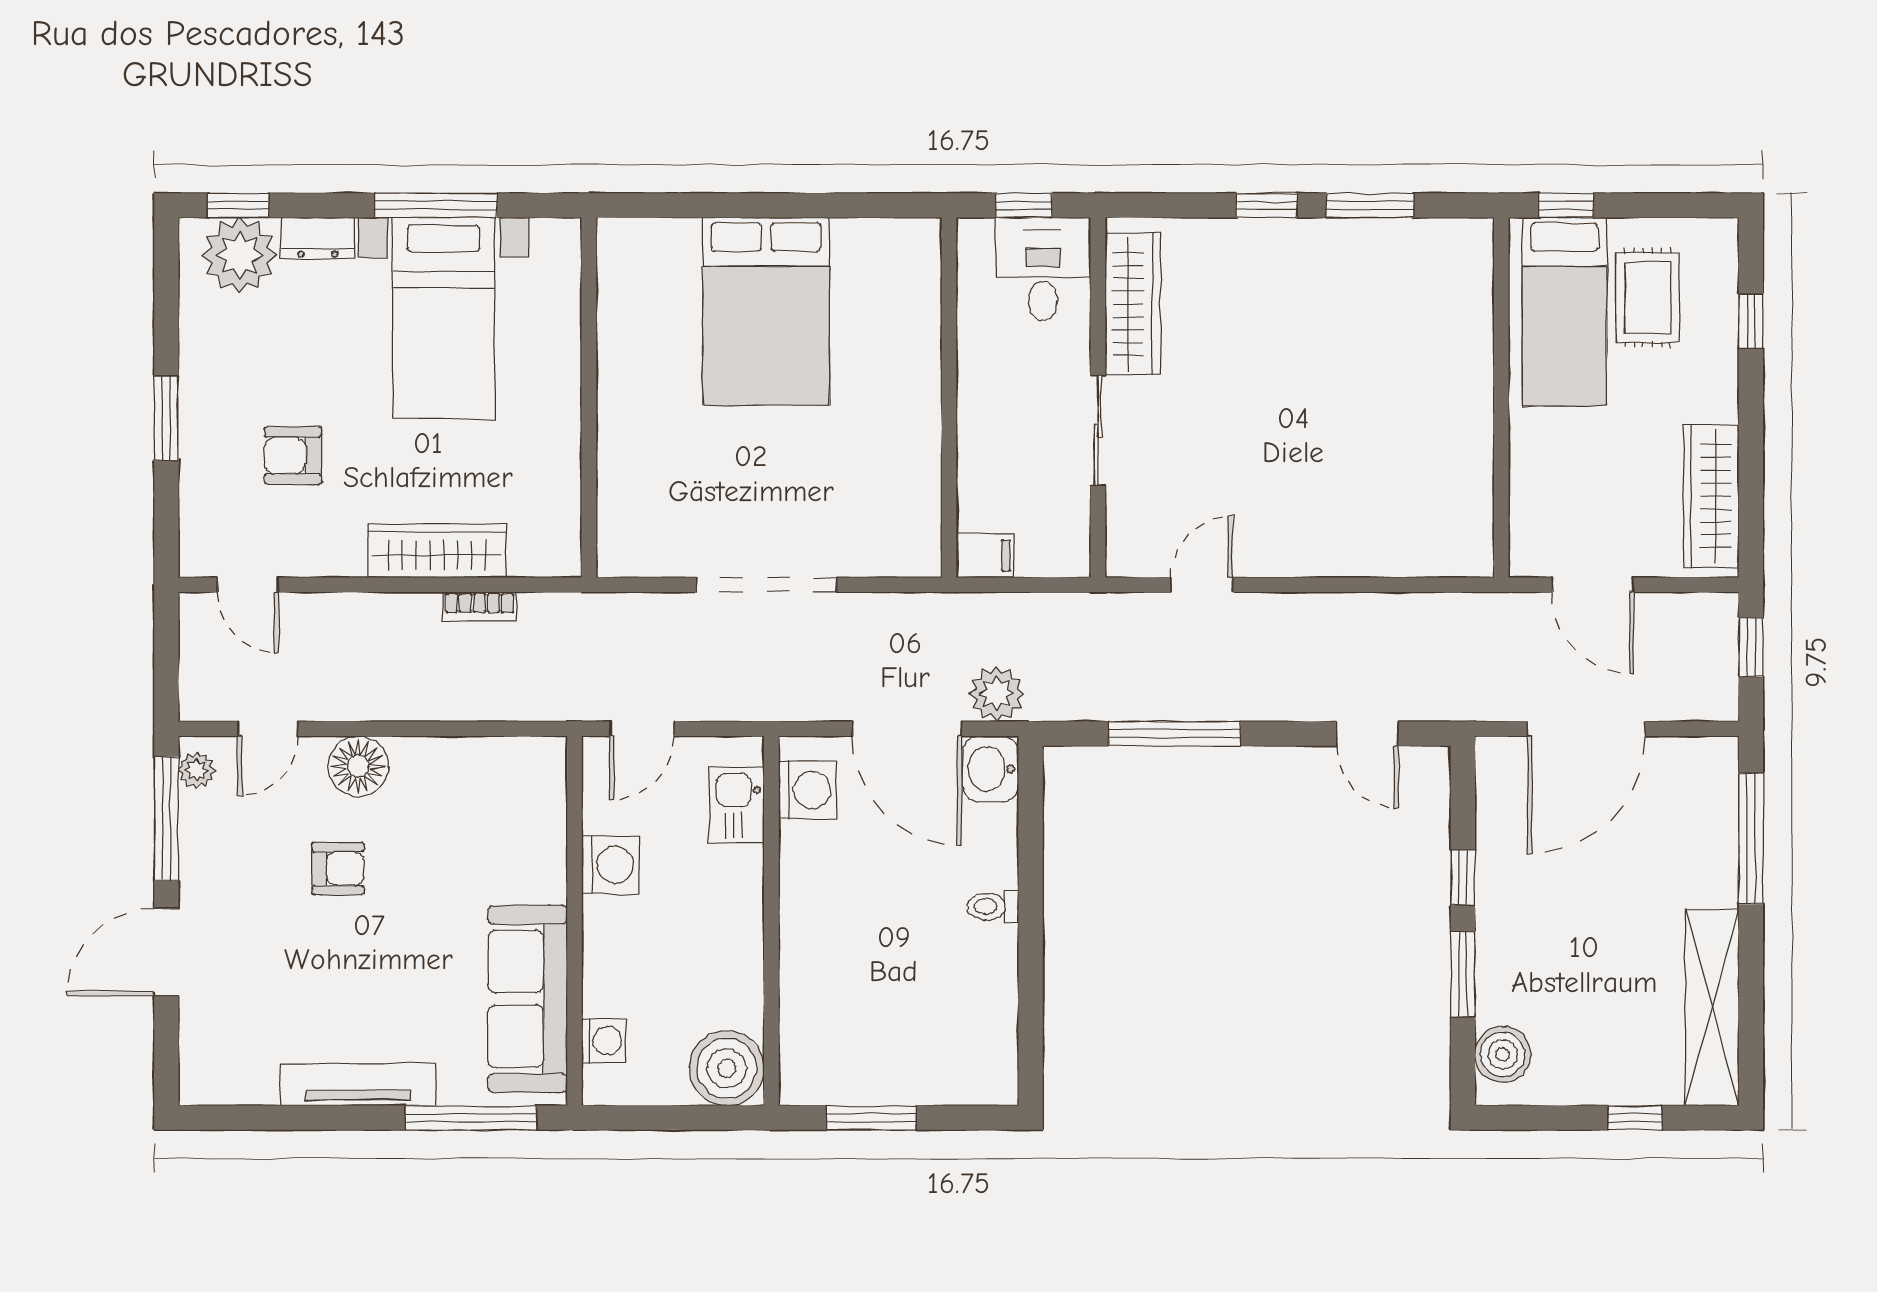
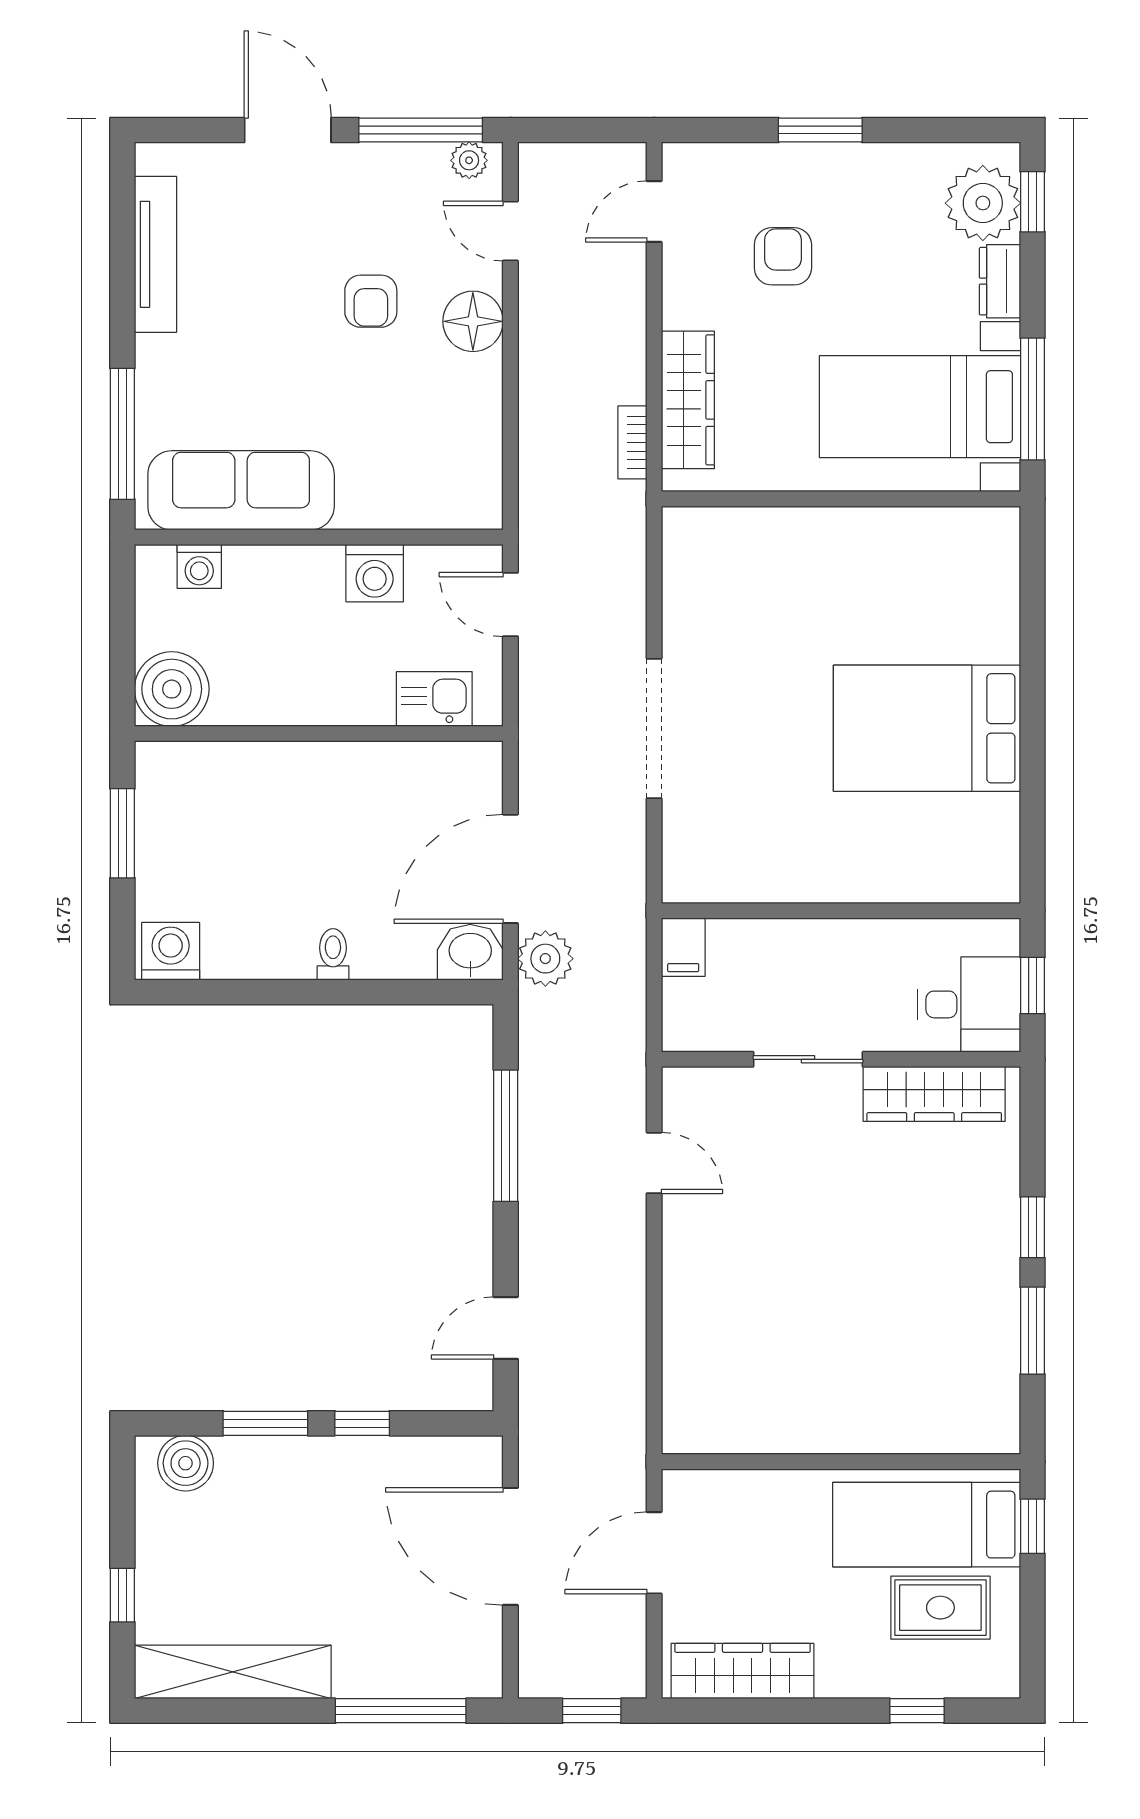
wall: (589, 397) -> (841, 499), moved
washing machine: (808, 790) -> (171, 951), moved, turned 180
tv unit: (358, 1085) -> (156, 254), moved

